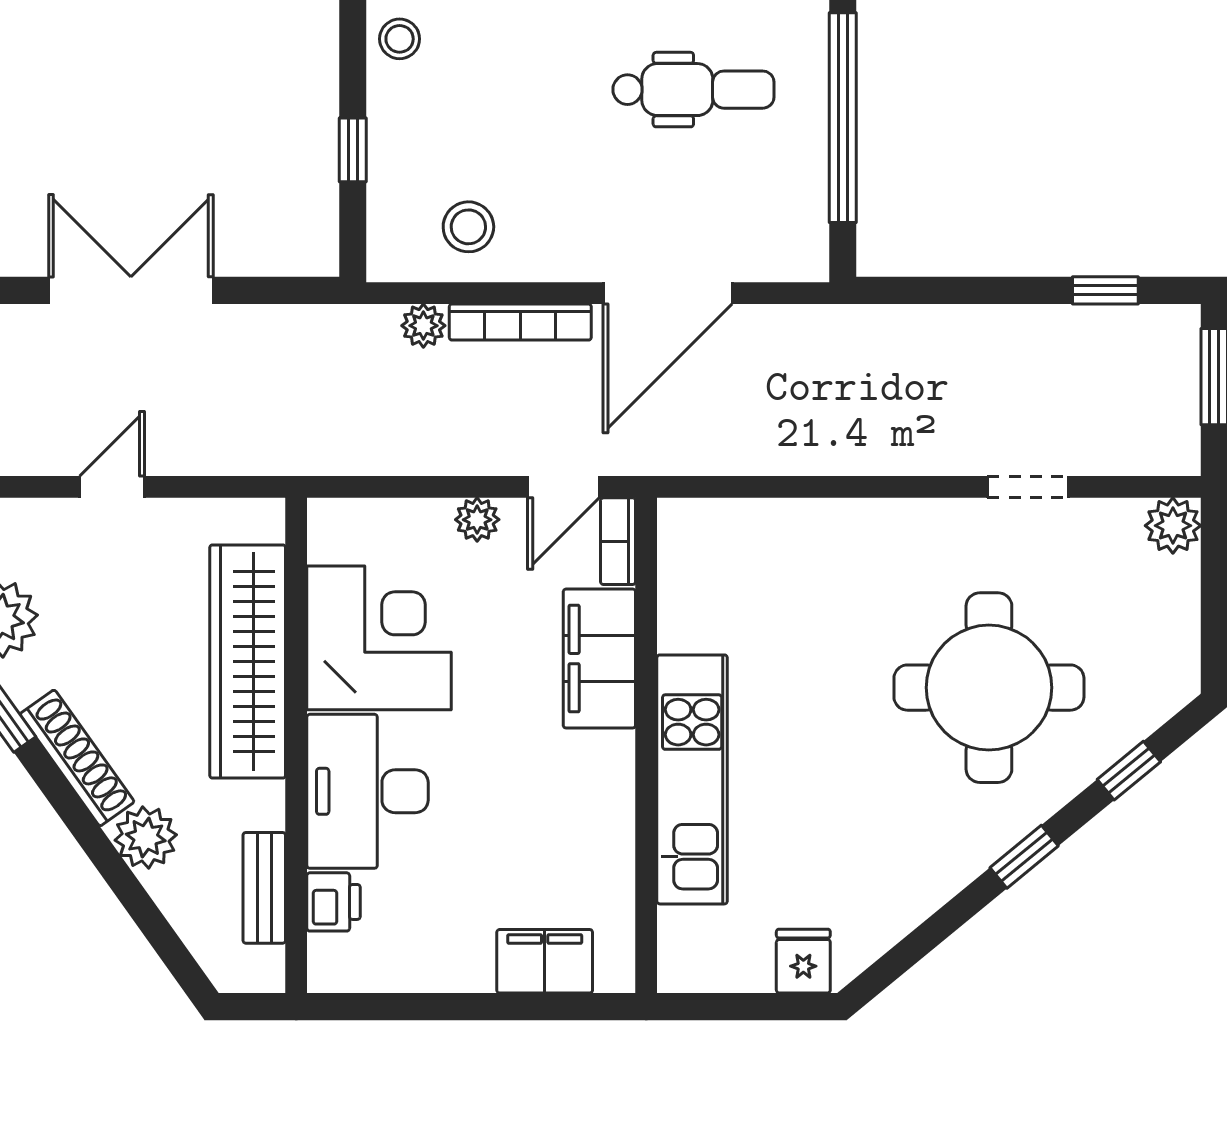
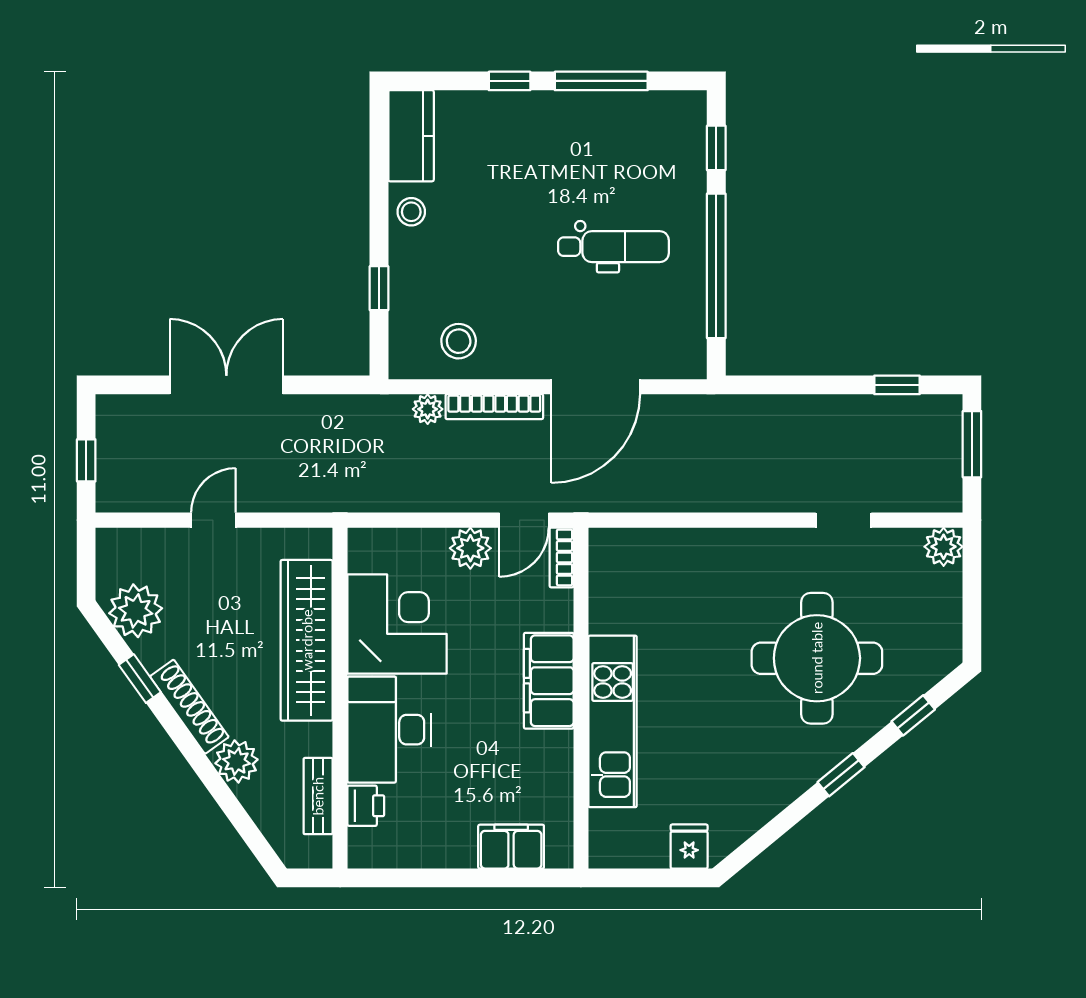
plant: (477, 520) -> (470, 548), width x1.38, depth x1.38
filing cabinet: (599, 659) -> (549, 681), moved

